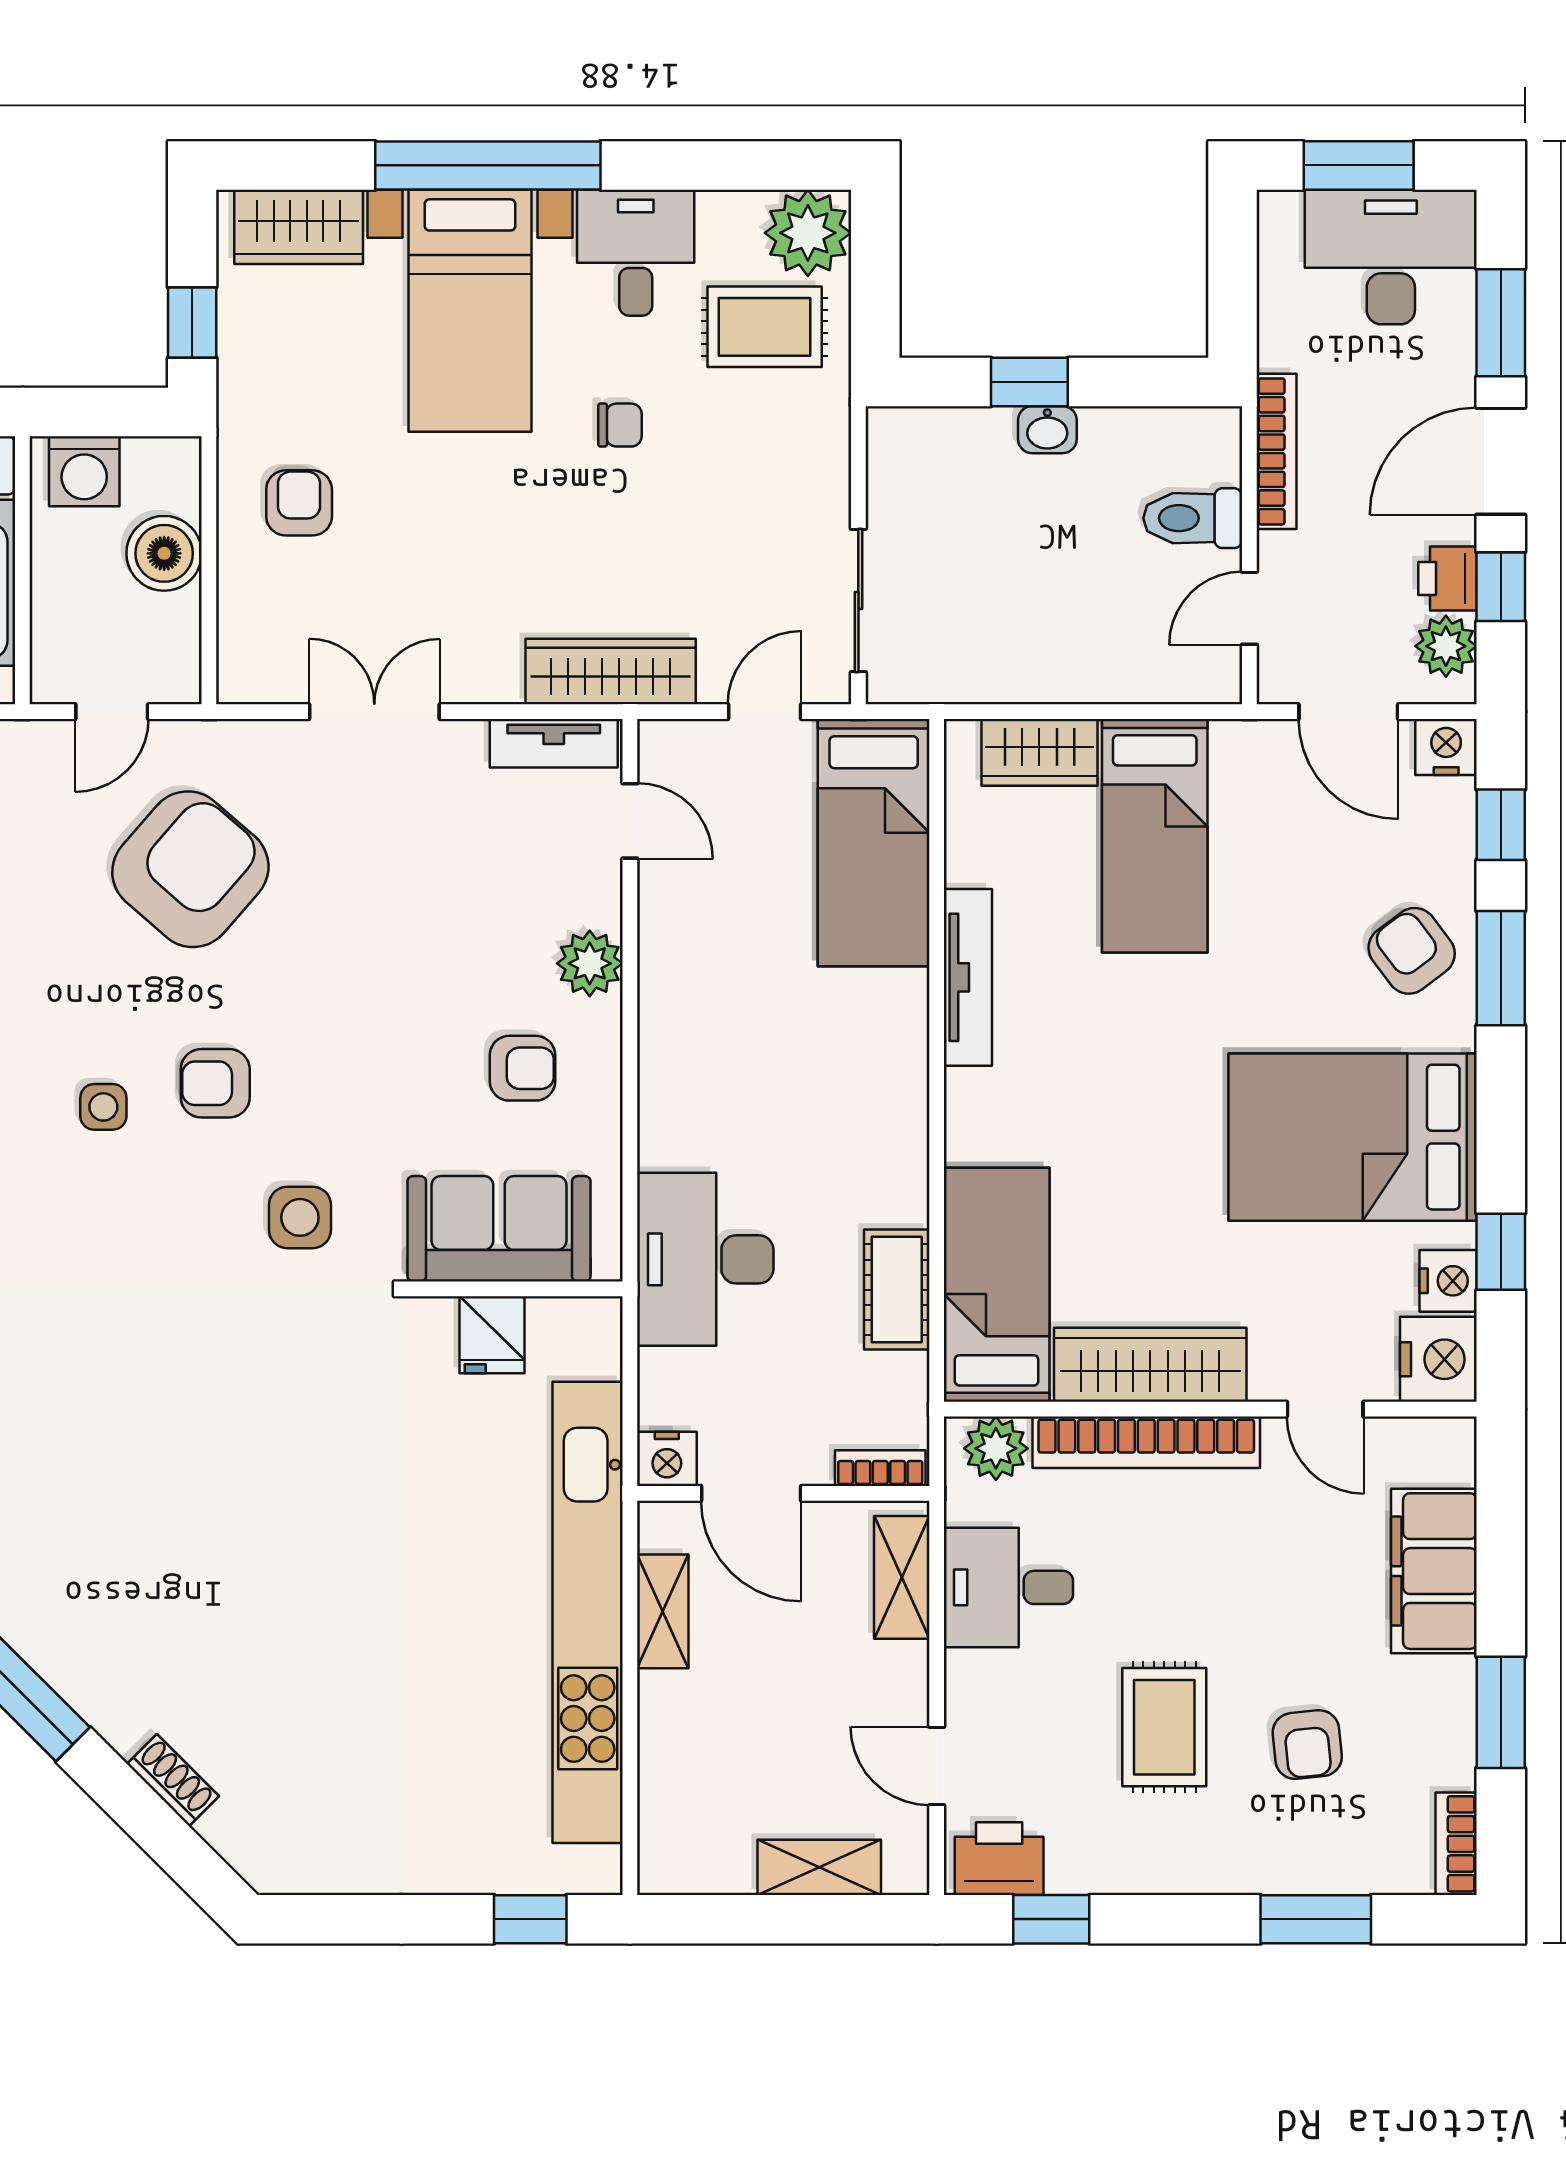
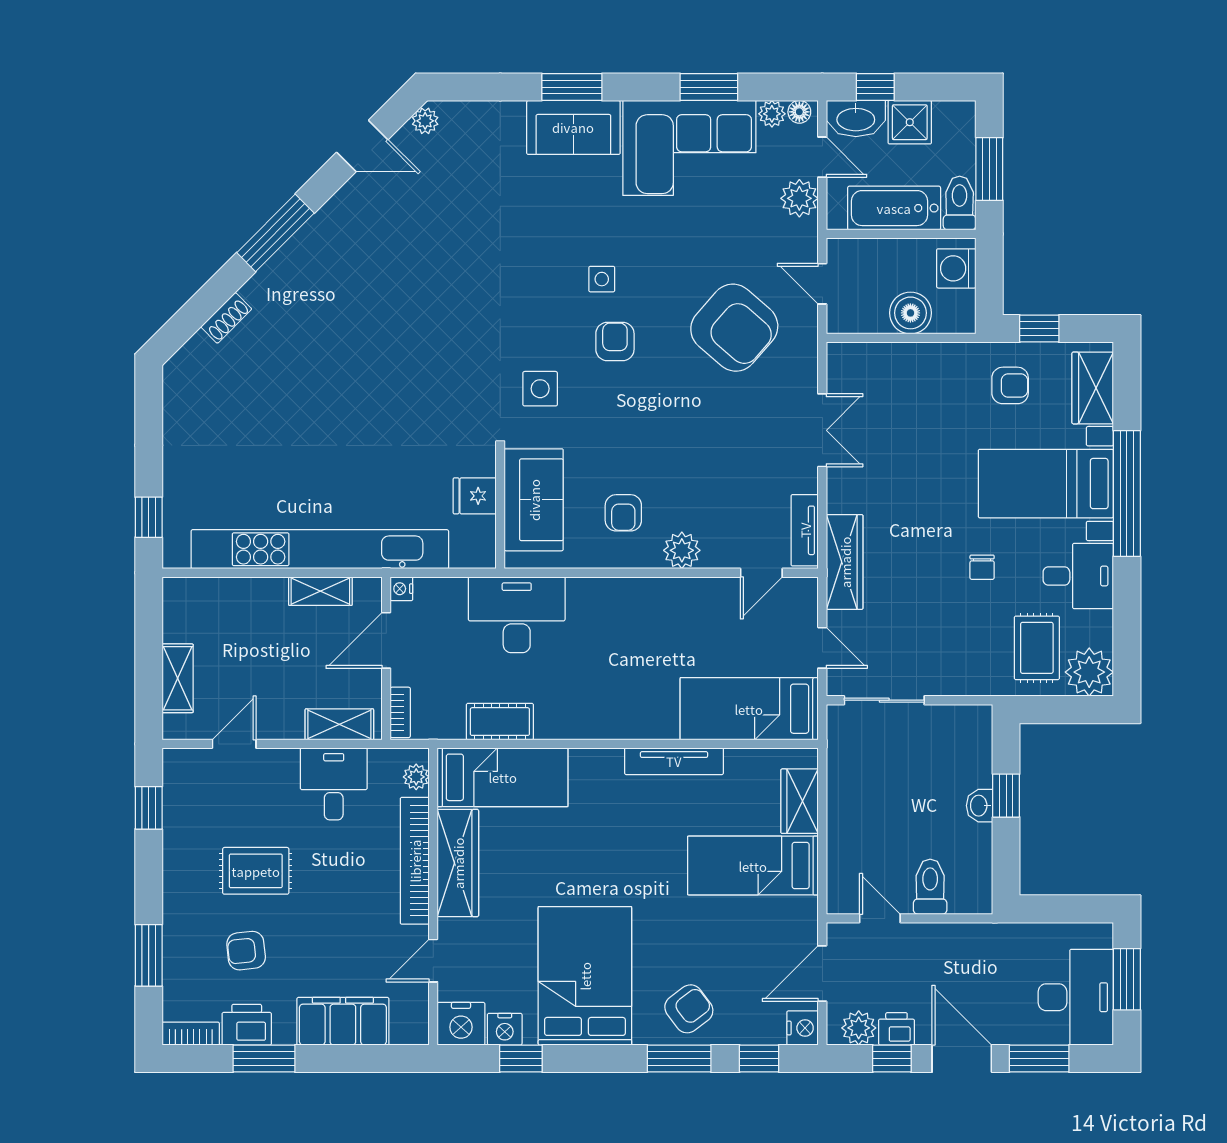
bookcase: (1276, 451) -> (967, 933), removed
armchair: (299, 503) -> (1010, 385), moved
plant: (996, 1448) -> (416, 777), width x0.73, depth x0.73
nightstand: (667, 1459) -> (401, 589), width x0.72, depth x0.74
printer: (999, 1859) -> (247, 1025), moved, turned -90

